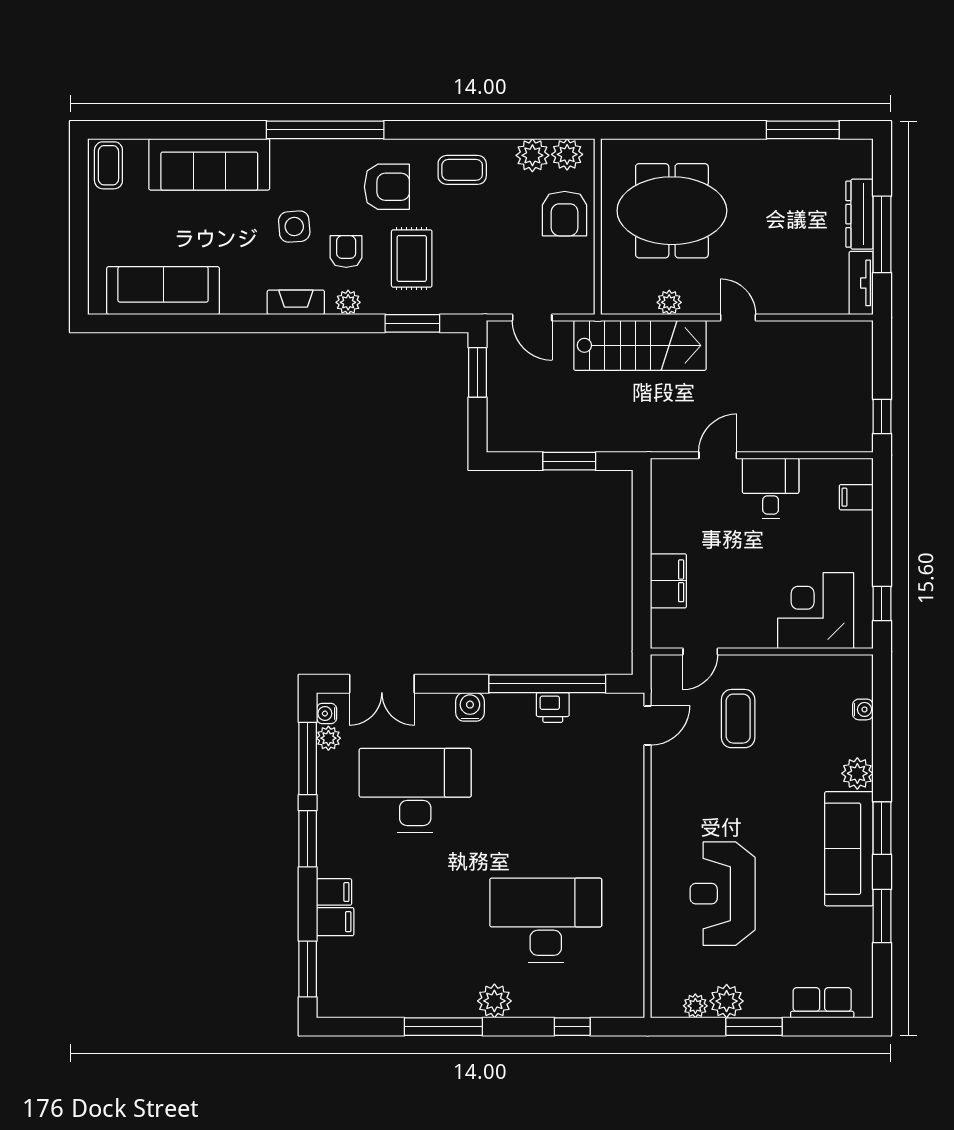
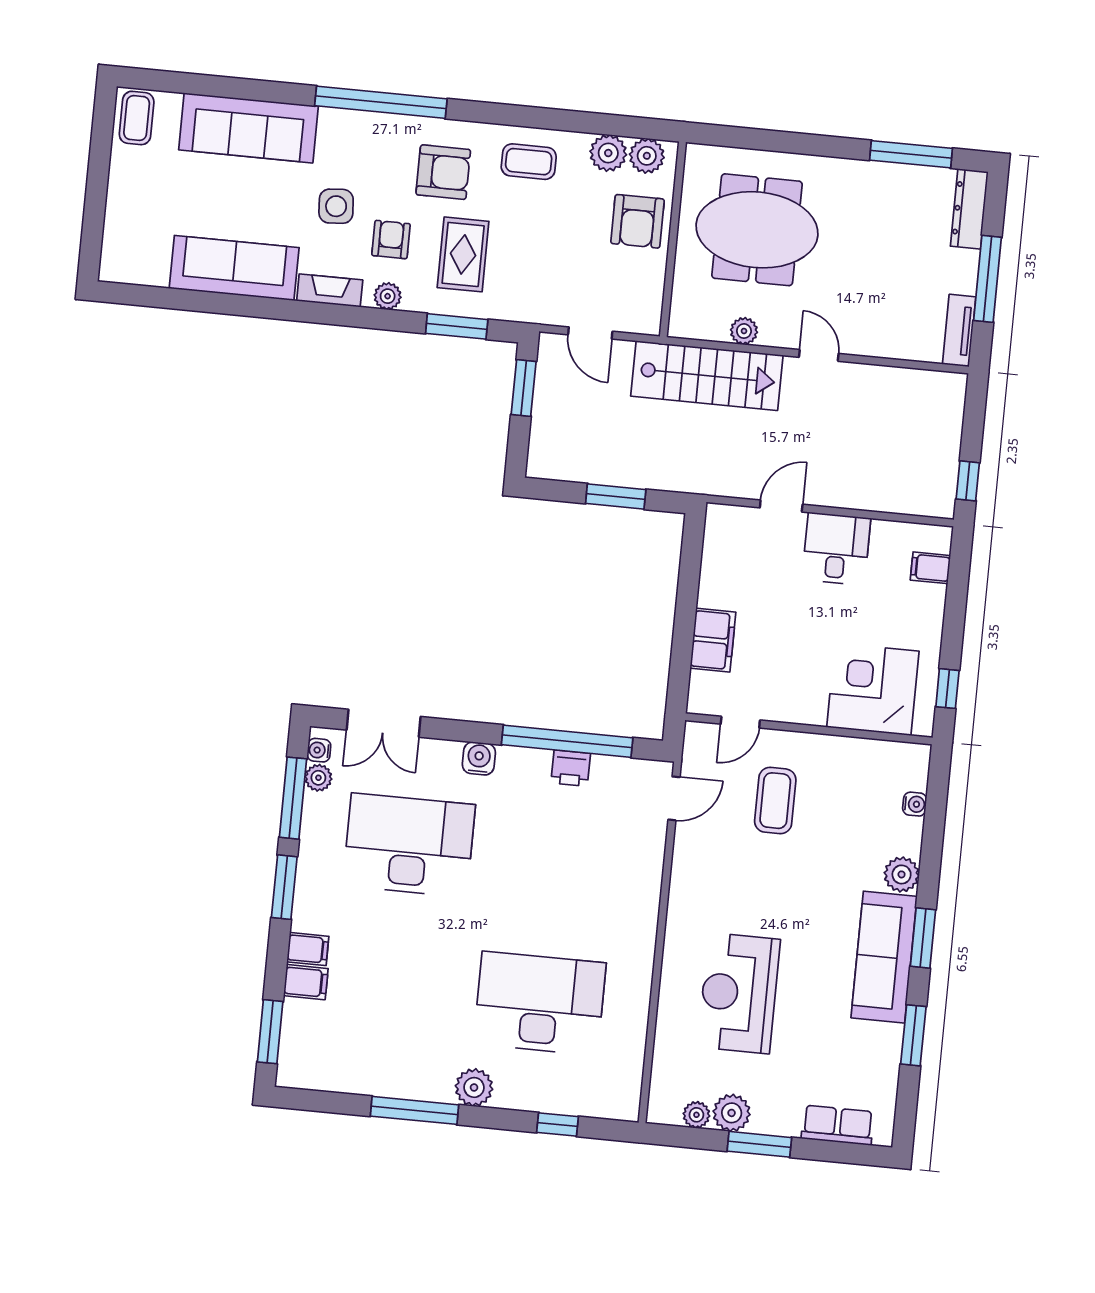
dresser: (860, 214) -> (969, 209), moved
sofa: (163, 291) -> (234, 268), moved

